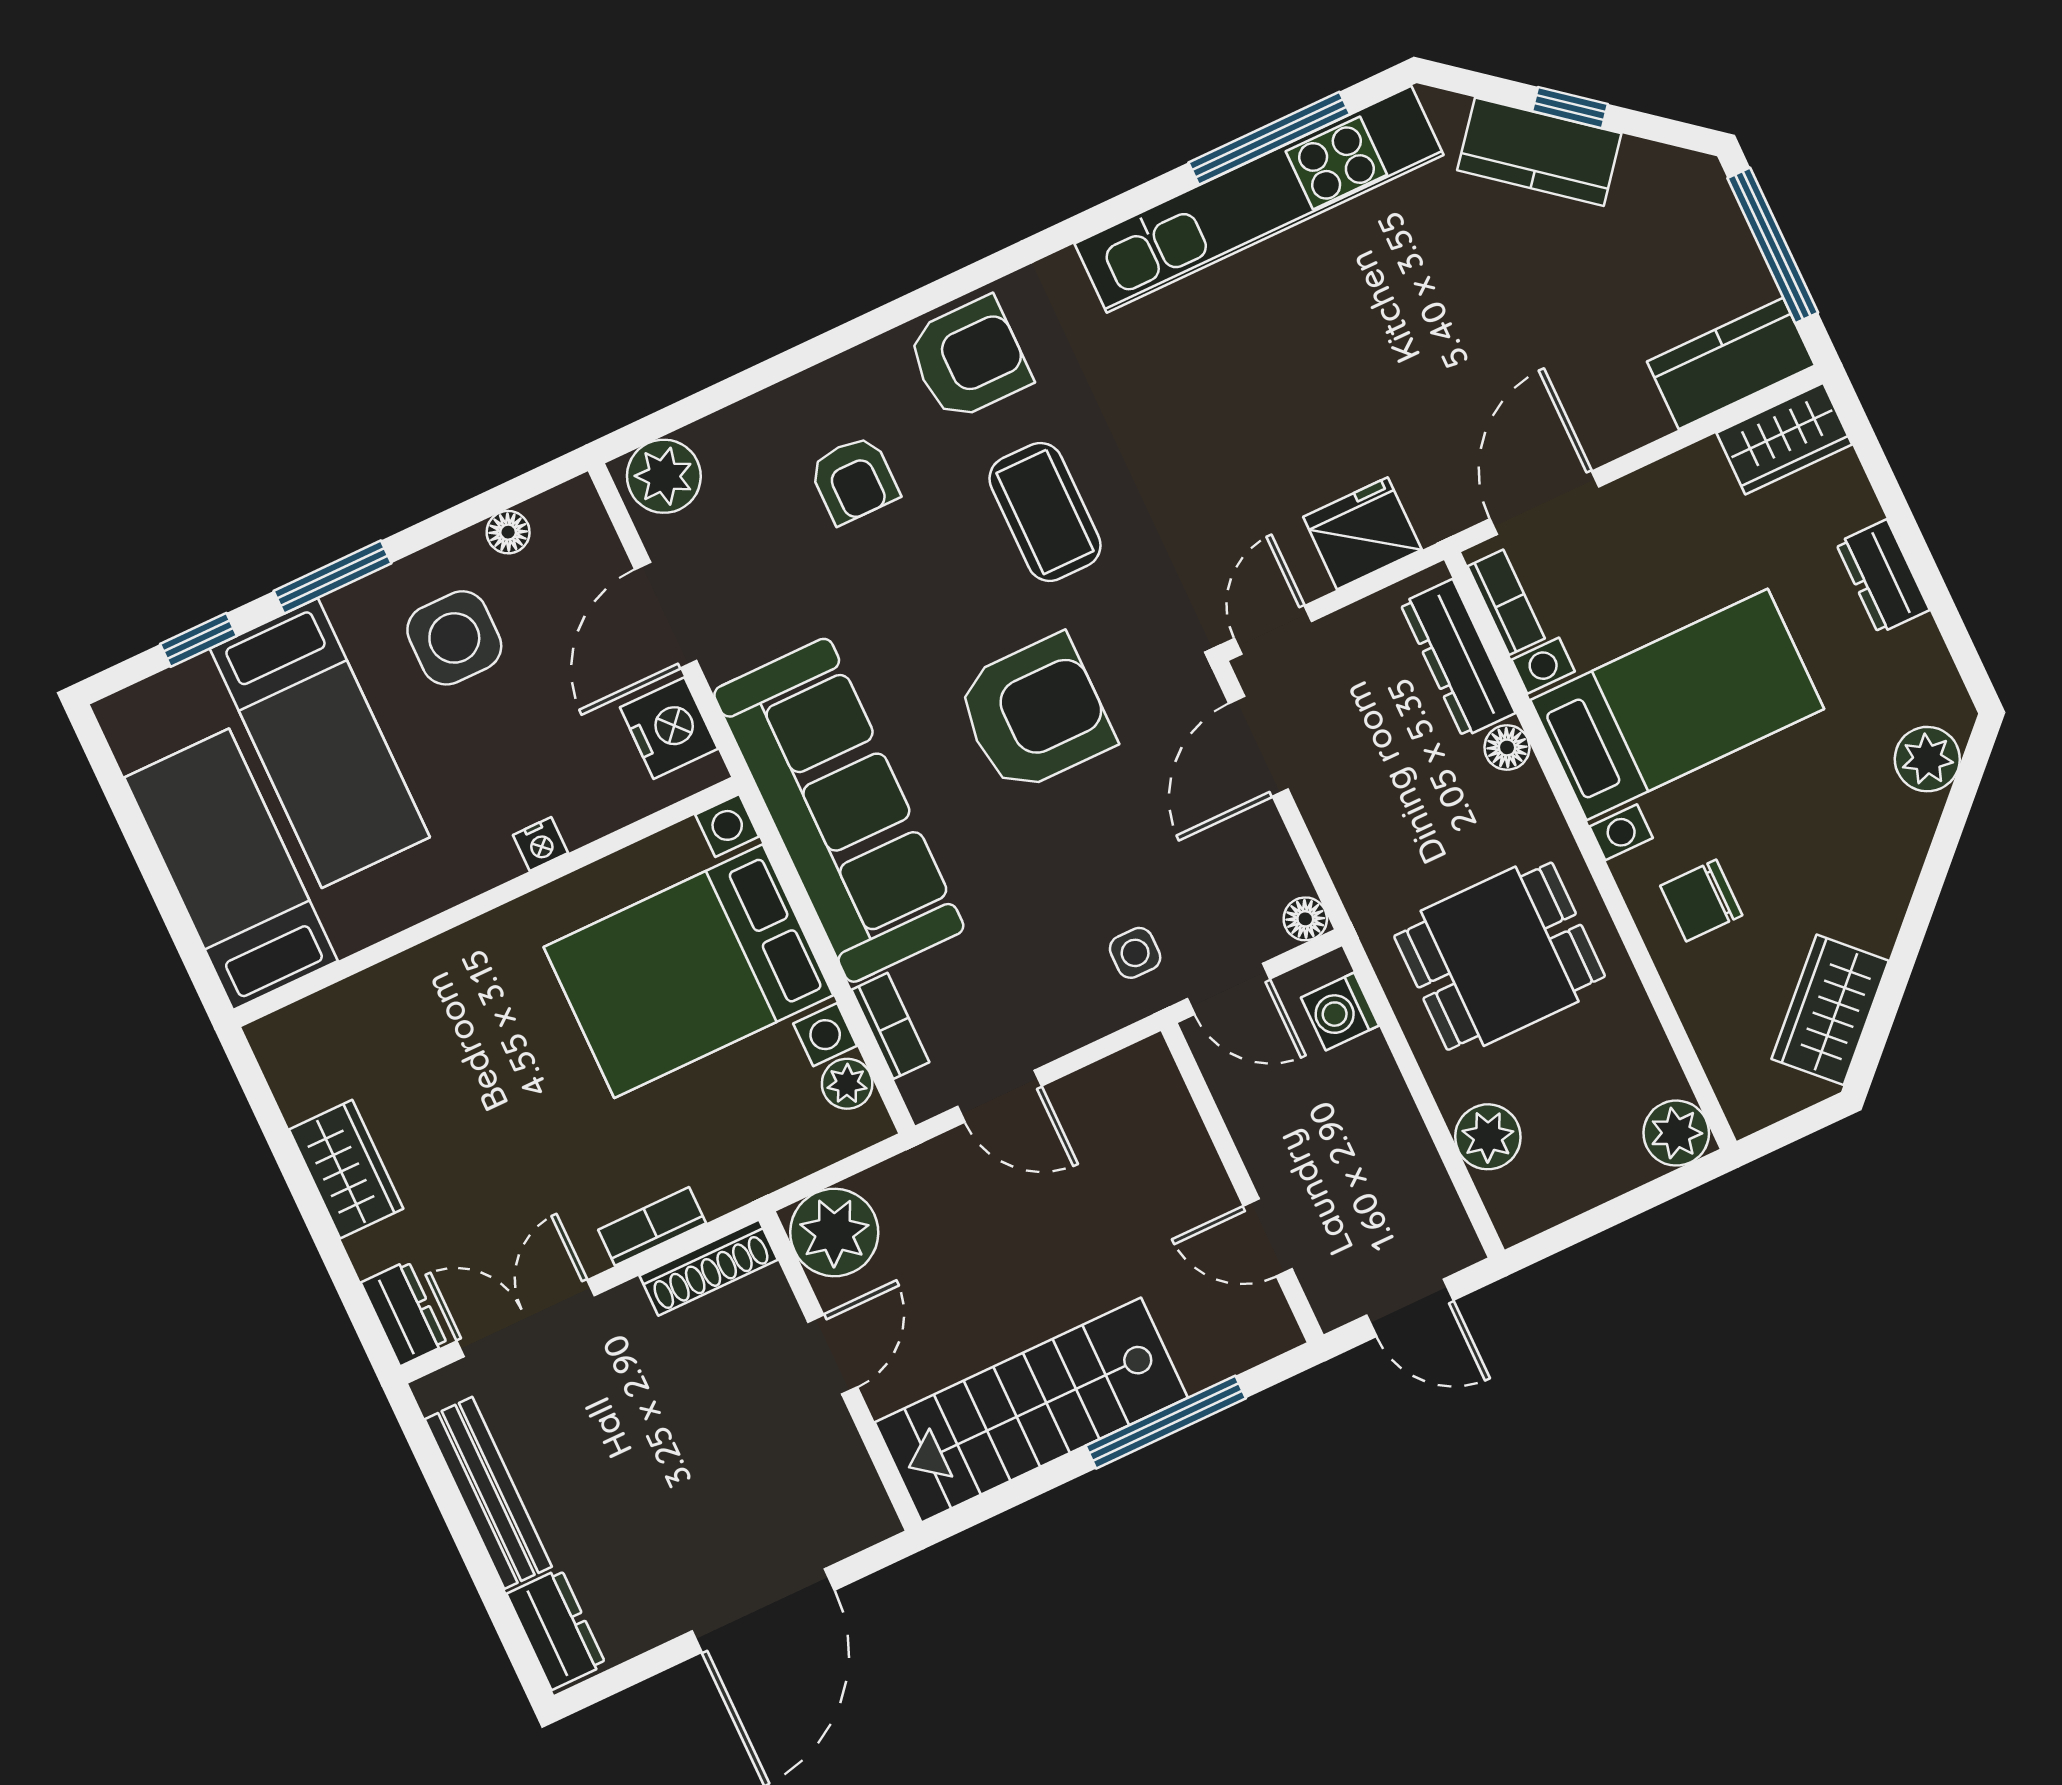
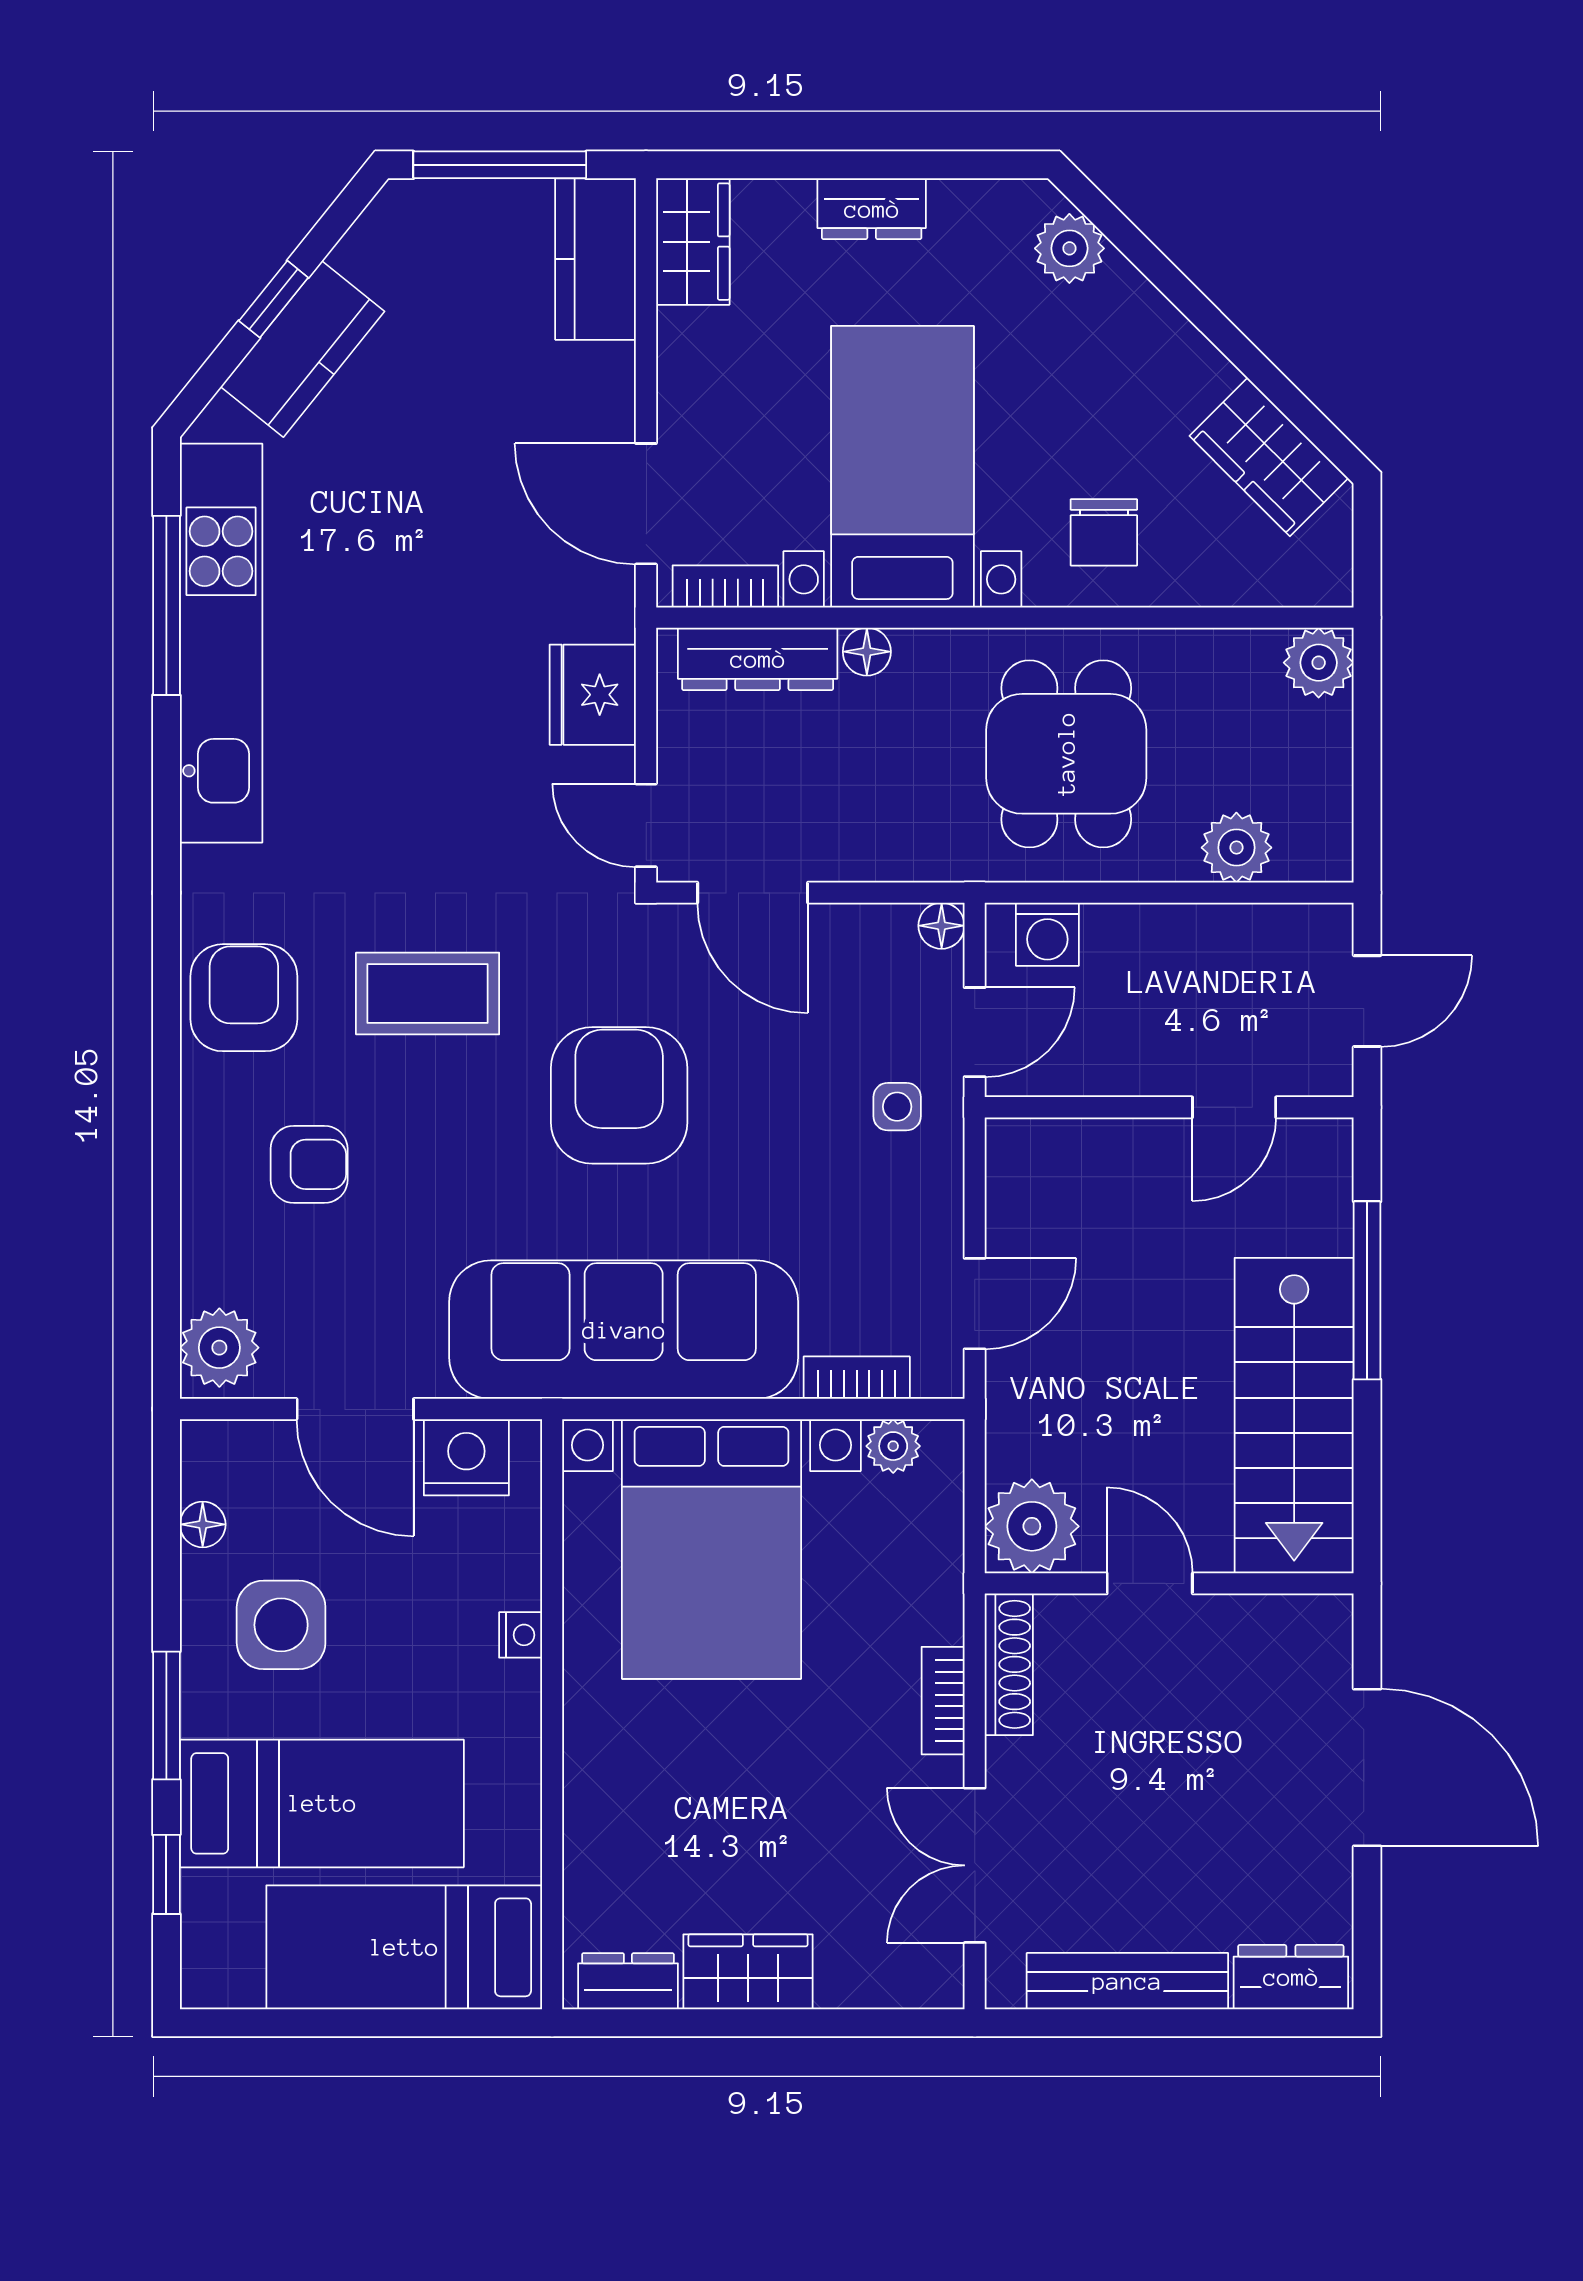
dresser: (404, 1313) -> (628, 1981), moved

